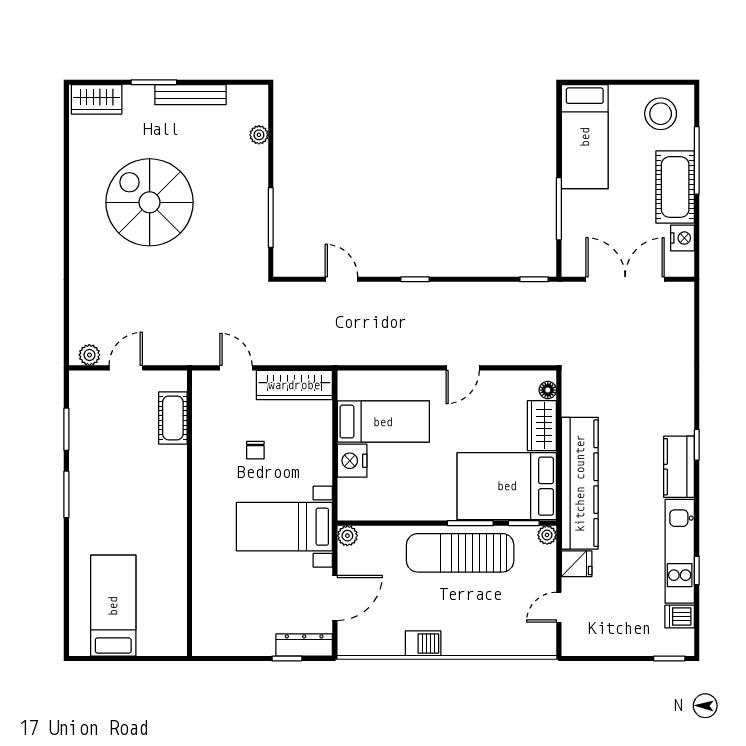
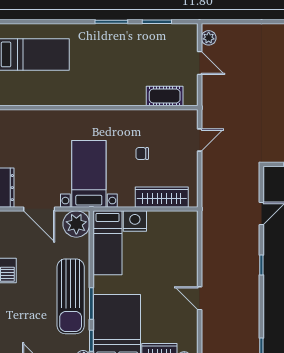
wardrobe: (294, 385) -> (162, 197), moved, turned 90
bed: (383, 422) -> (108, 243), moved
plant: (347, 536) -> (76, 224), width x1.88, depth x1.88
sun lounger: (460, 553) -> (71, 296), turned 180

